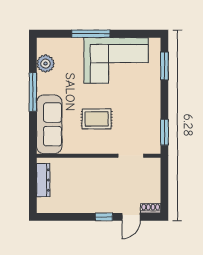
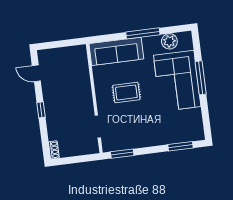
corner sofa: (116, 60) -> (177, 81), moved
rug: (97, 119) -> (126, 92), turned 90
dresser: (43, 180) -> (67, 52), removed
door: (131, 217) -> (36, 73), moved

